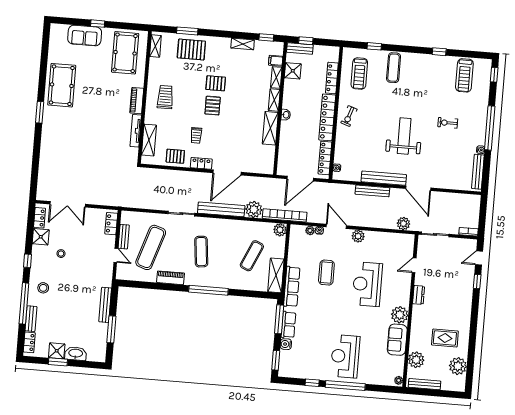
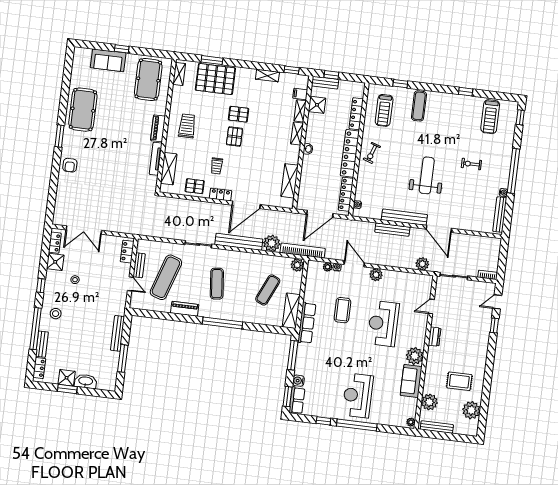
pallet: (191, 50) -> (215, 79), width x1.37, depth x1.41
shelving: (270, 128) -> (289, 181), moved
armchair: (51, 141) -> (70, 165), added
row of seats: (288, 325) -> (297, 400), moved

